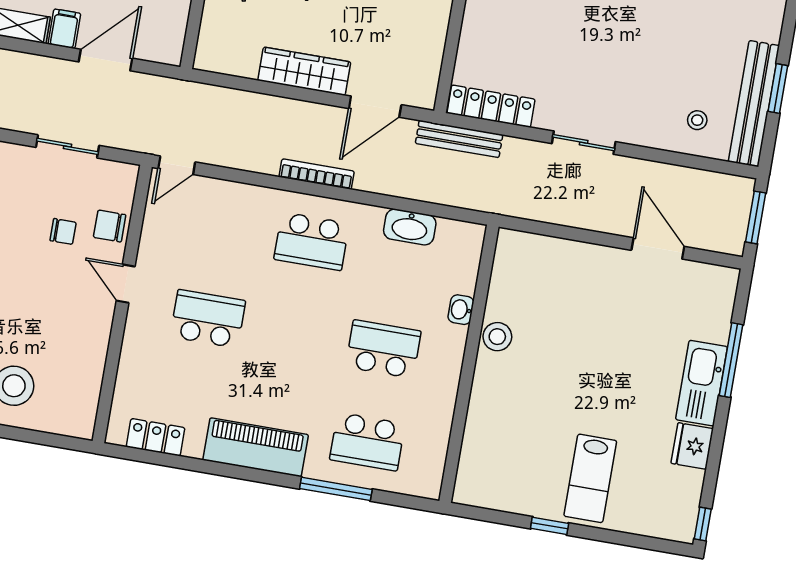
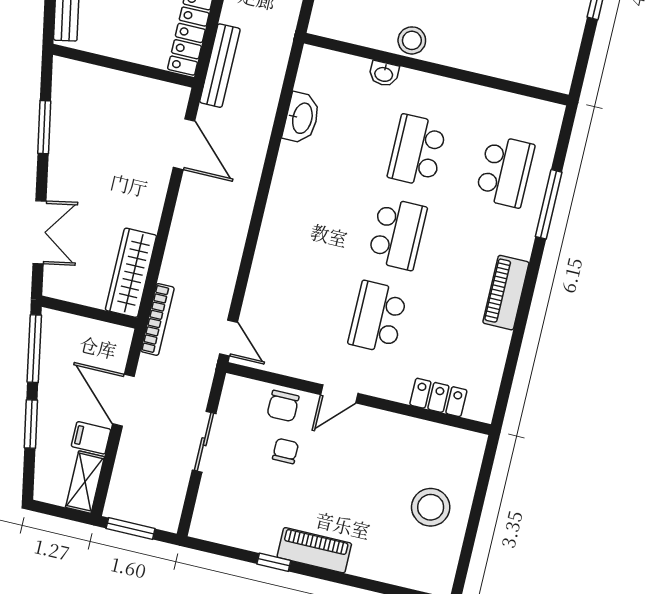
wardrobe: (304, 71) -> (131, 273), moved
bookcase: (317, 174) -> (157, 319), moved, turned 180
school desk: (312, 241) -> (397, 234), moved
locker: (156, 437) -> (438, 397), moved, turned 90
piano: (256, 447) -> (506, 293), width x0.73, depth x0.75

